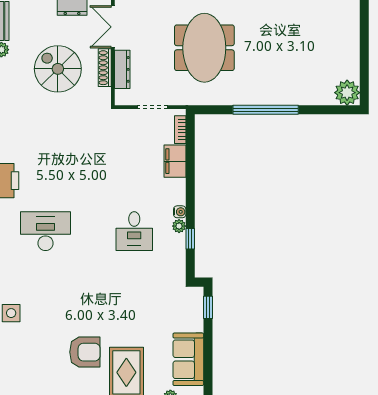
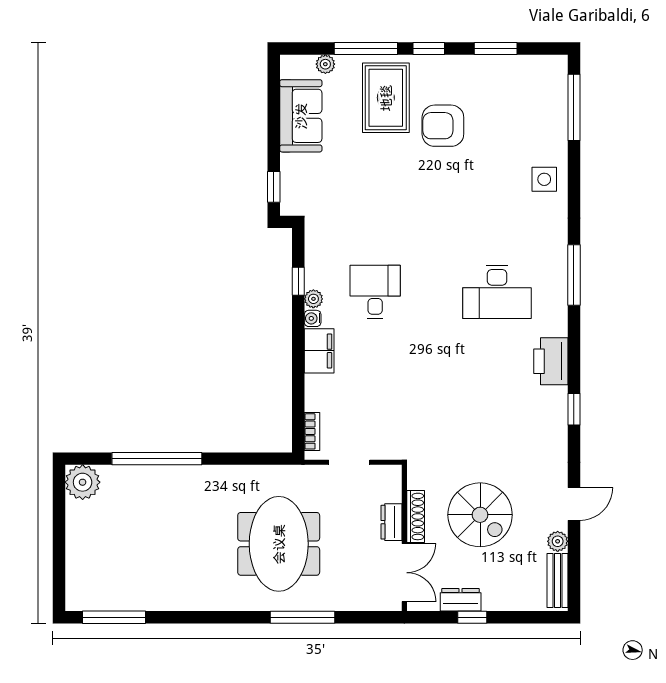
dresser: (122, 69) -> (391, 522), width x0.70
window: (266, 110) -> (157, 459), moved
filing cabinet: (175, 161) -> (319, 351), moved

